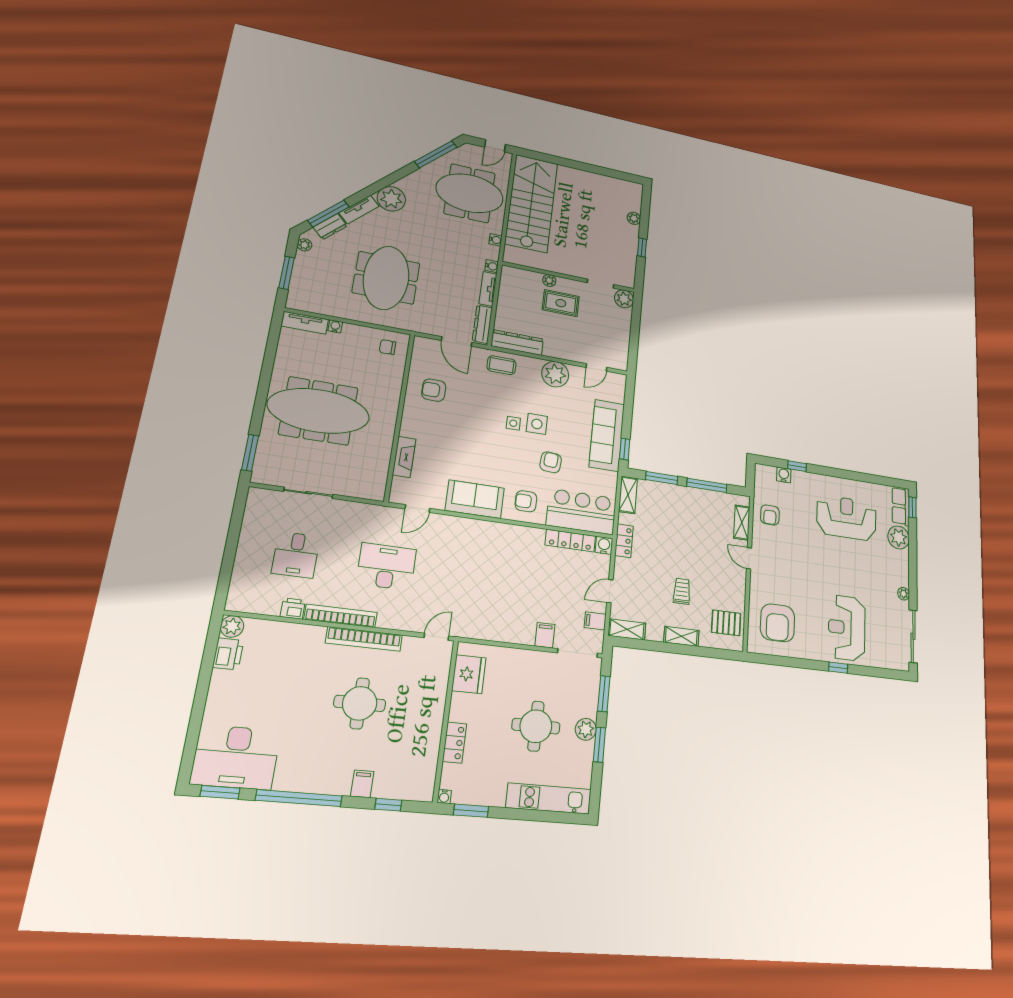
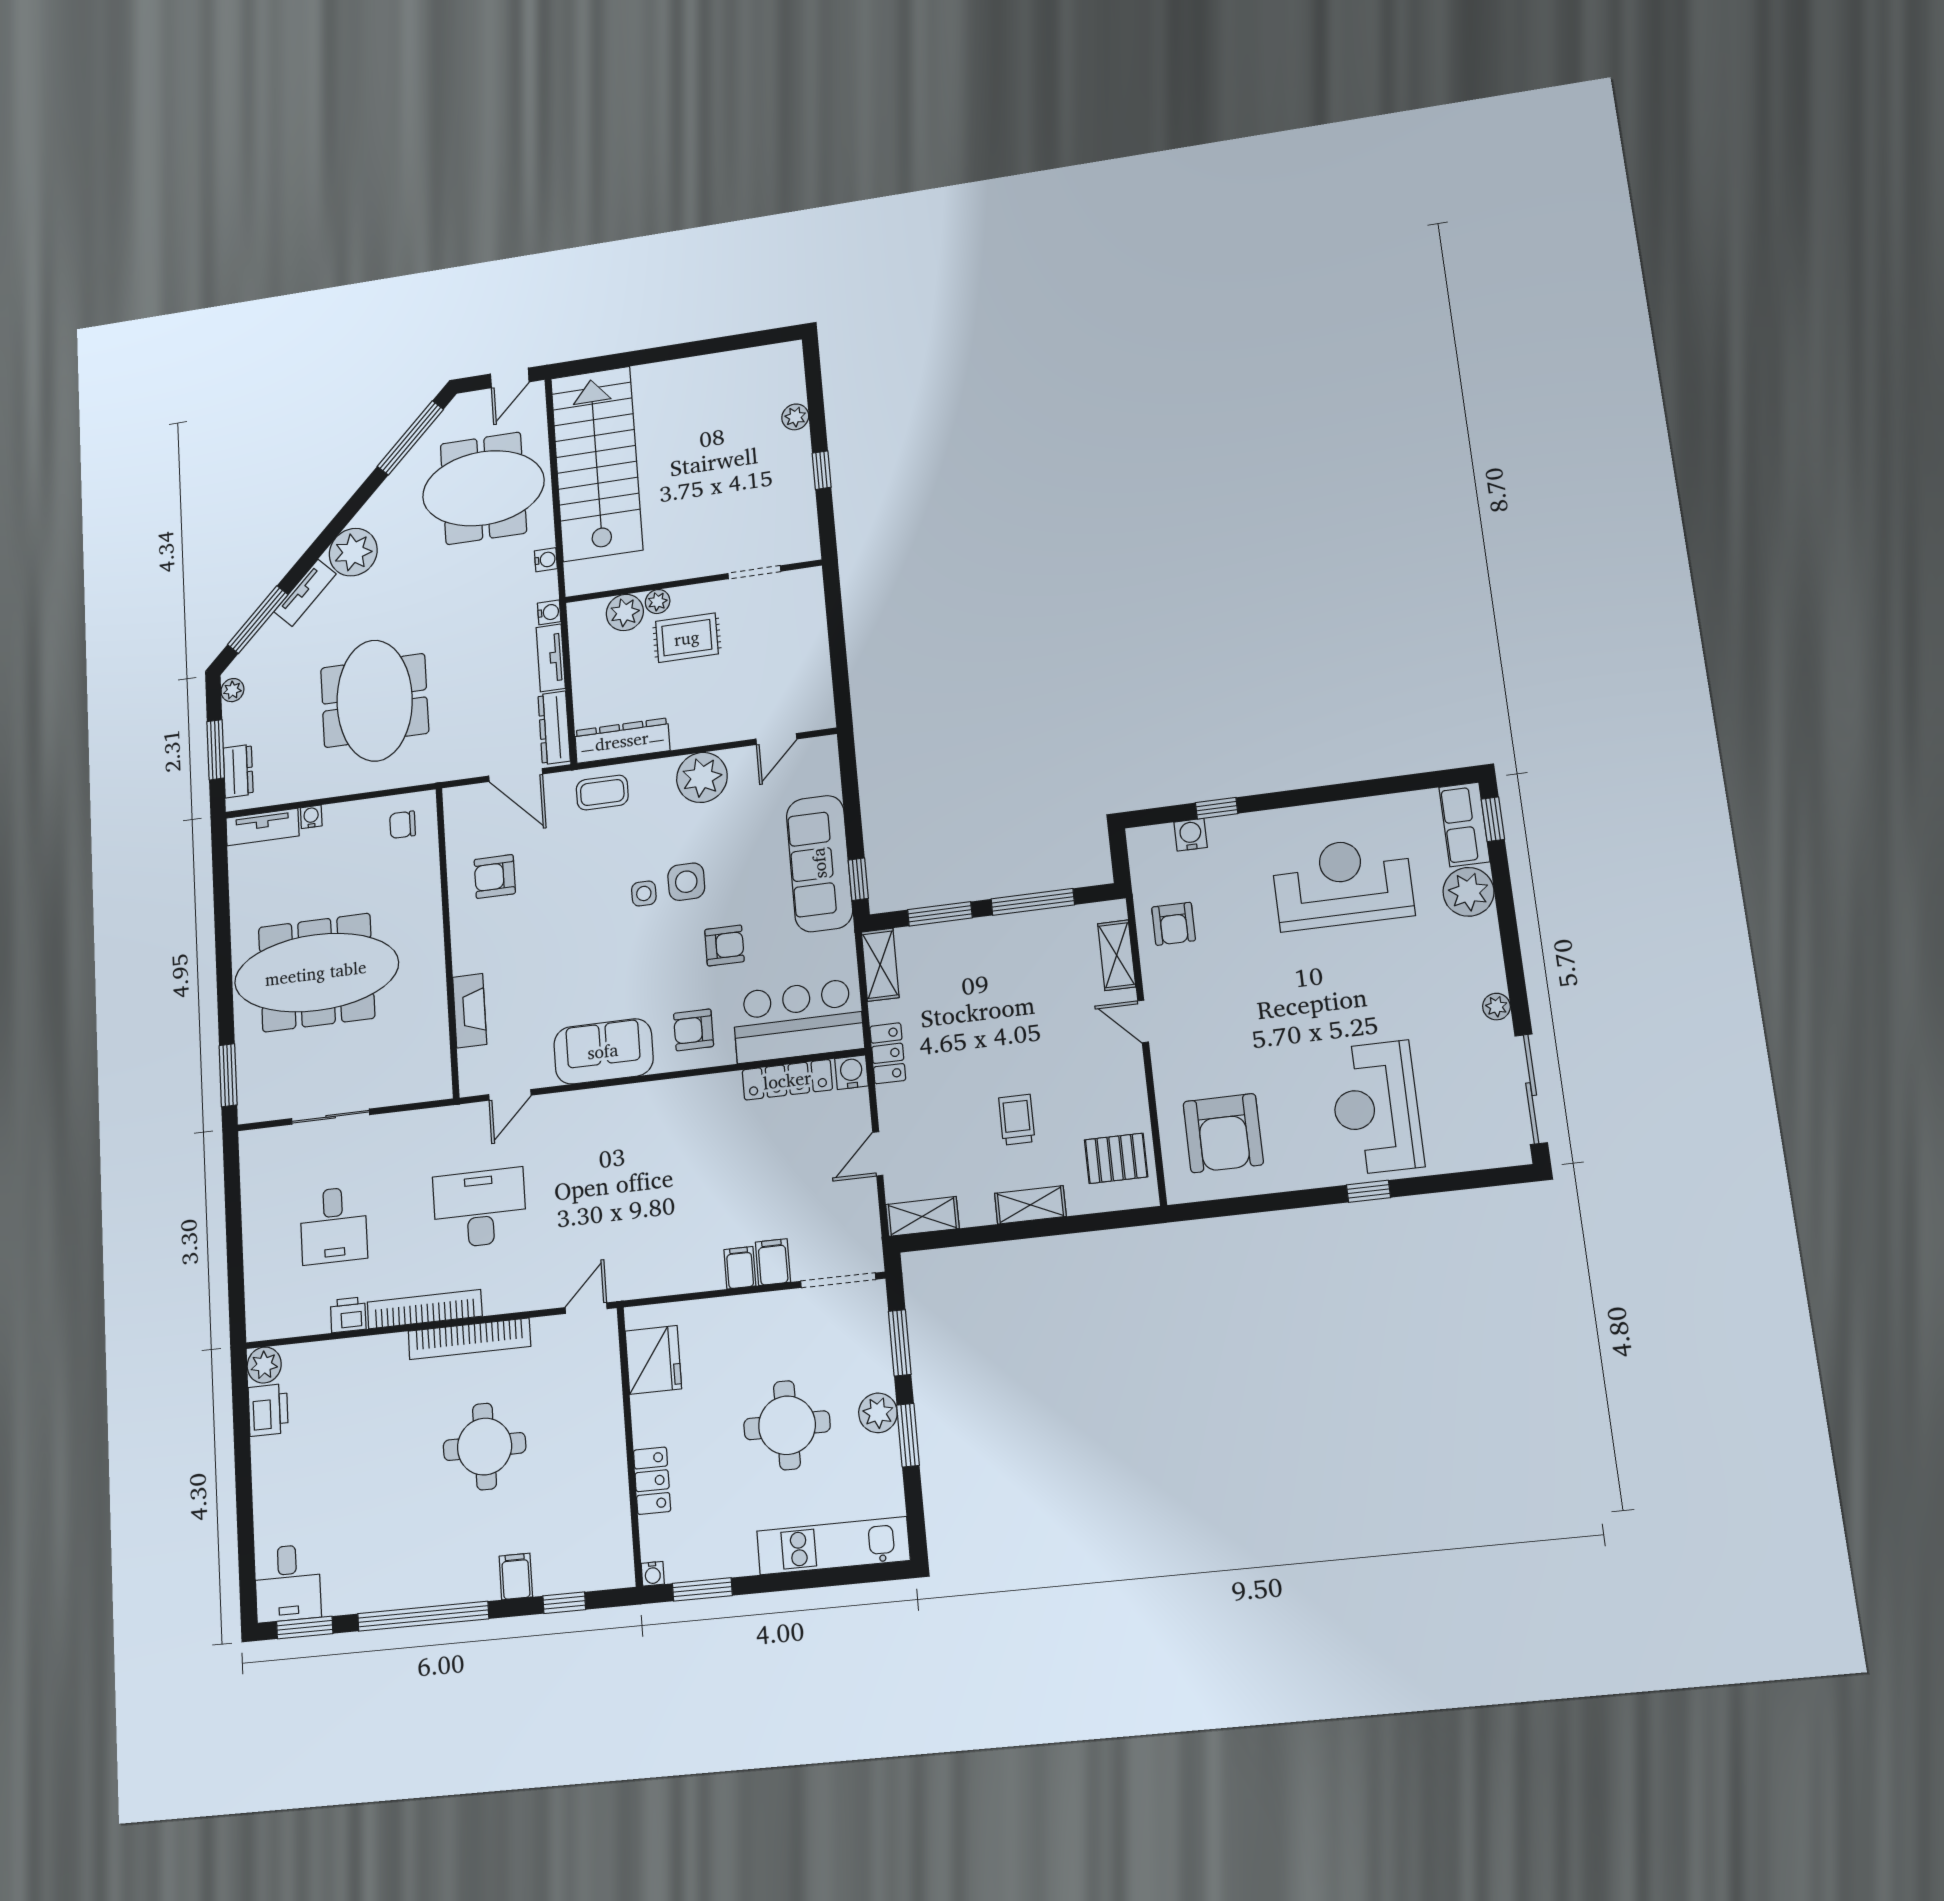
dresser: (330, 227) -> (238, 771), moved, turned -45
plant: (624, 299) -> (625, 612), moved
armchair: (551, 462) -> (724, 946), turned 85
filing cabinet: (595, 621) -> (740, 1268), moved, turned 90
desk: (236, 757) -> (288, 1583), width x0.53, depth x0.77

